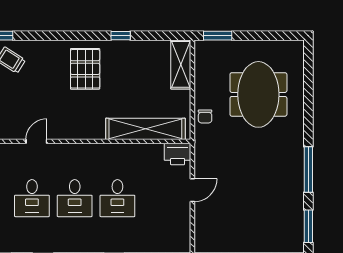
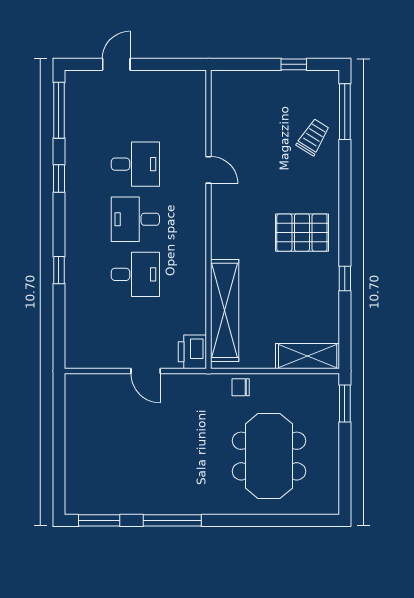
meeting table: (258, 94) -> (269, 456), turned 90
desk: (32, 198) -> (135, 164), turned 180
desk: (117, 198) -> (135, 274), turned 180

